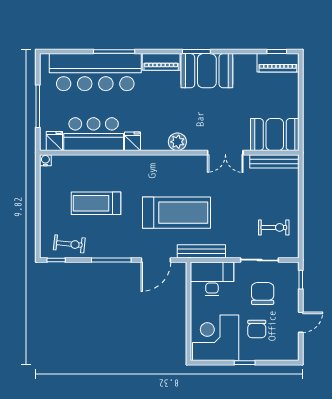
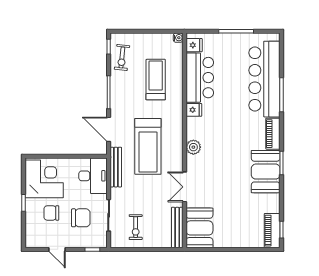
bar counter: (94, 134) -> (200, 78), moved
booth: (275, 135) -> (199, 228), moved
fridge: (54, 141) -> (194, 45), moved
fridge: (132, 141) -> (194, 110), moved
plant: (177, 142) -> (193, 147), moved
wall: (169, 153) -> (184, 140), moved
double door: (225, 153) -> (184, 187), moved
water cooler: (45, 160) -> (178, 38), moved
bench: (274, 161) -> (177, 227), moved

